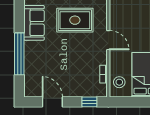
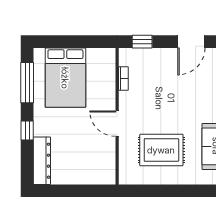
stool: (119, 82) -> (103, 68), removed
door: (52, 102) -> (191, 42), hinge flipped

